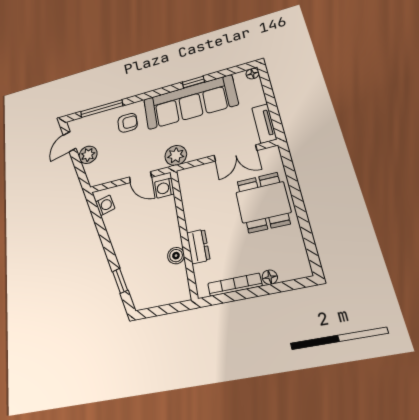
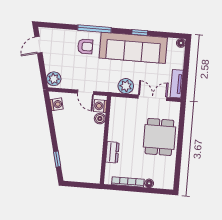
window: (102, 109) -> (94, 29), moved
double door: (235, 153) -> (152, 98), swing flipped
plant: (88, 155) -> (54, 79), moved
plant: (176, 155) -> (126, 86), moved
boiler: (176, 256) -> (100, 119), moved

